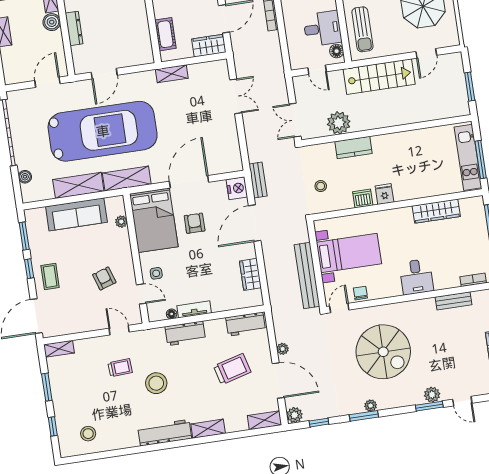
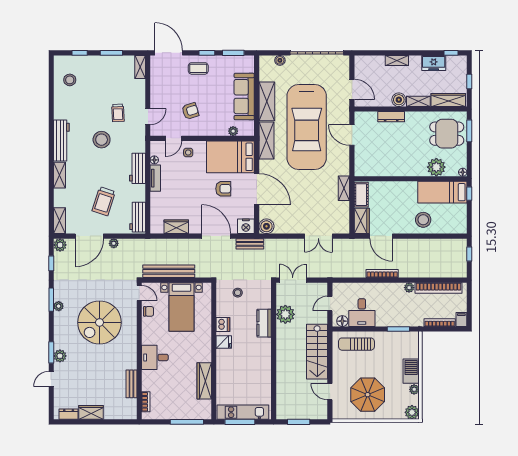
cot: (165, 34) -> (361, 195), moved, turned 90
boiler: (233, 163) -> (266, 226), added
trolley: (232, 369) -> (104, 201), turned 33

